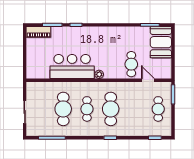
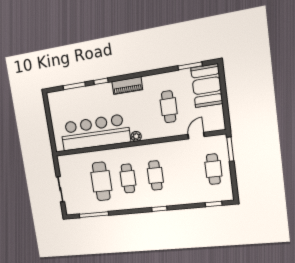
piano: (38, 32) -> (127, 86), moved
cafe table: (131, 64) -> (169, 107), moved
bar counter: (72, 66) -> (95, 133), width x1.36
door: (148, 80) -> (196, 136), hinge flipped
cafe table: (111, 109) -> (155, 175), width x0.73, depth x0.74

